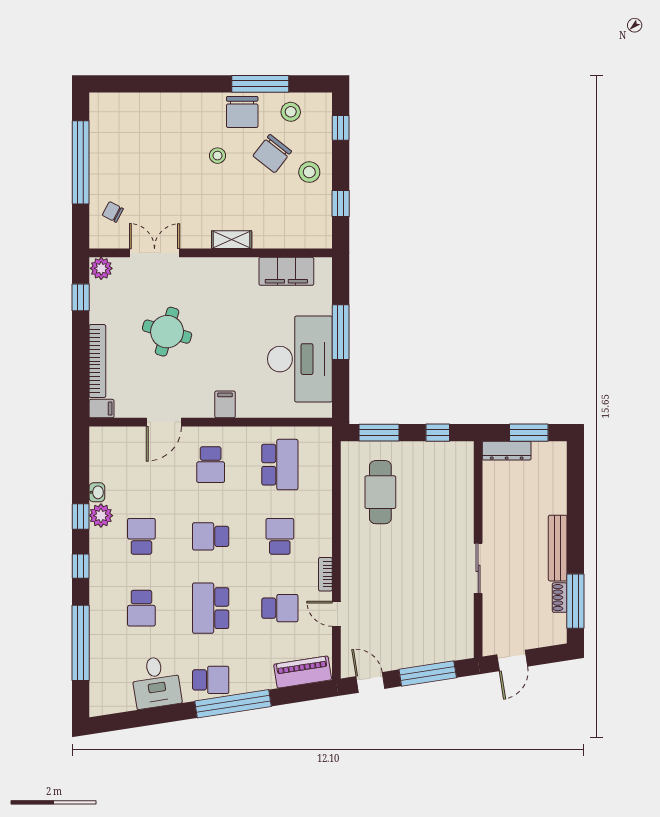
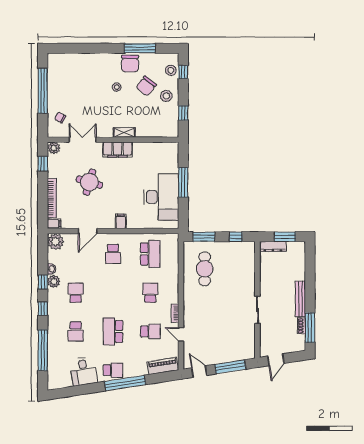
stool: (291, 112) -> (171, 70), moved
filing cabinet: (286, 271) -> (118, 150), moved
plant: (104, 442) -> (56, 242), added
school desk: (211, 536) -> (113, 293), removed

